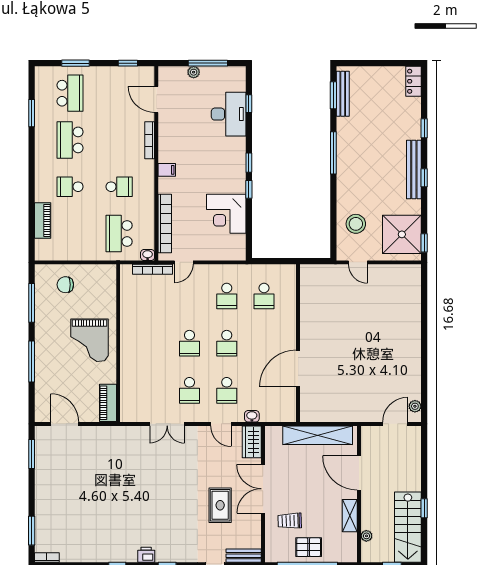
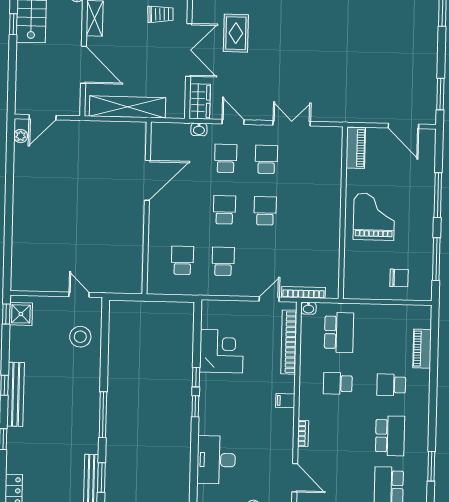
window: (249, 104) -> (194, 471), removed
bookcase: (150, 140) -> (303, 433), width x0.64
school desk: (70, 187) -> (391, 385), turned 180
shower: (402, 234) -> (21, 314), width x0.54, depth x0.54

